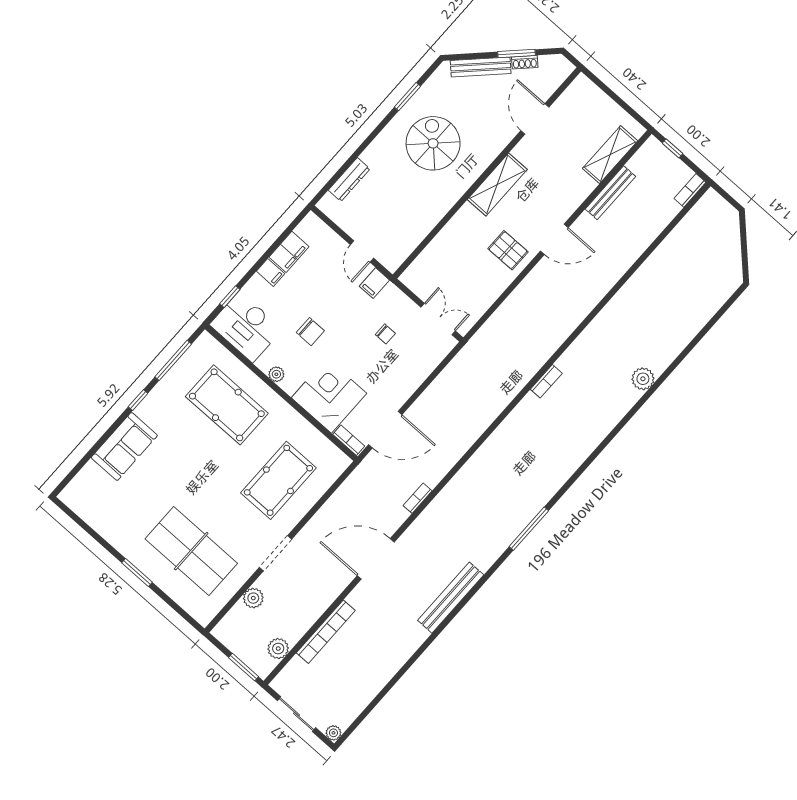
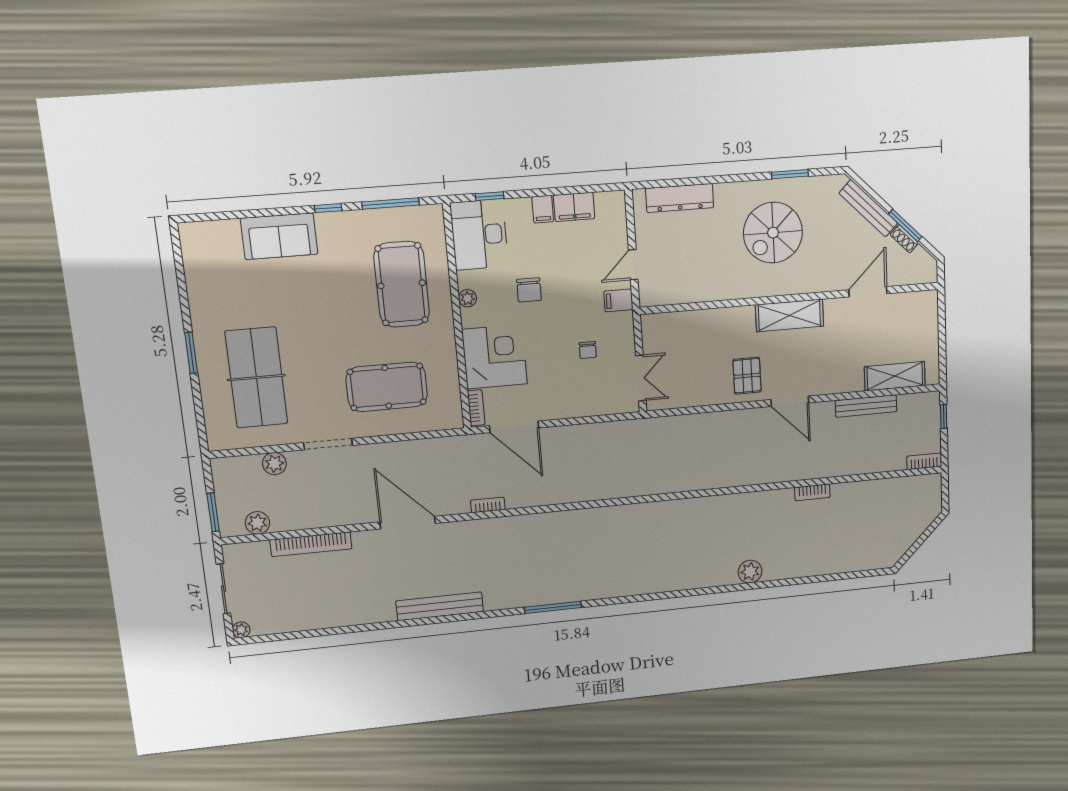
spiral stairs: (433, 143) -> (773, 233), turned 180
dresser: (349, 180) -> (680, 198), width x1.37, depth x1.24
bookcase: (546, 381) -> (812, 492), moved

